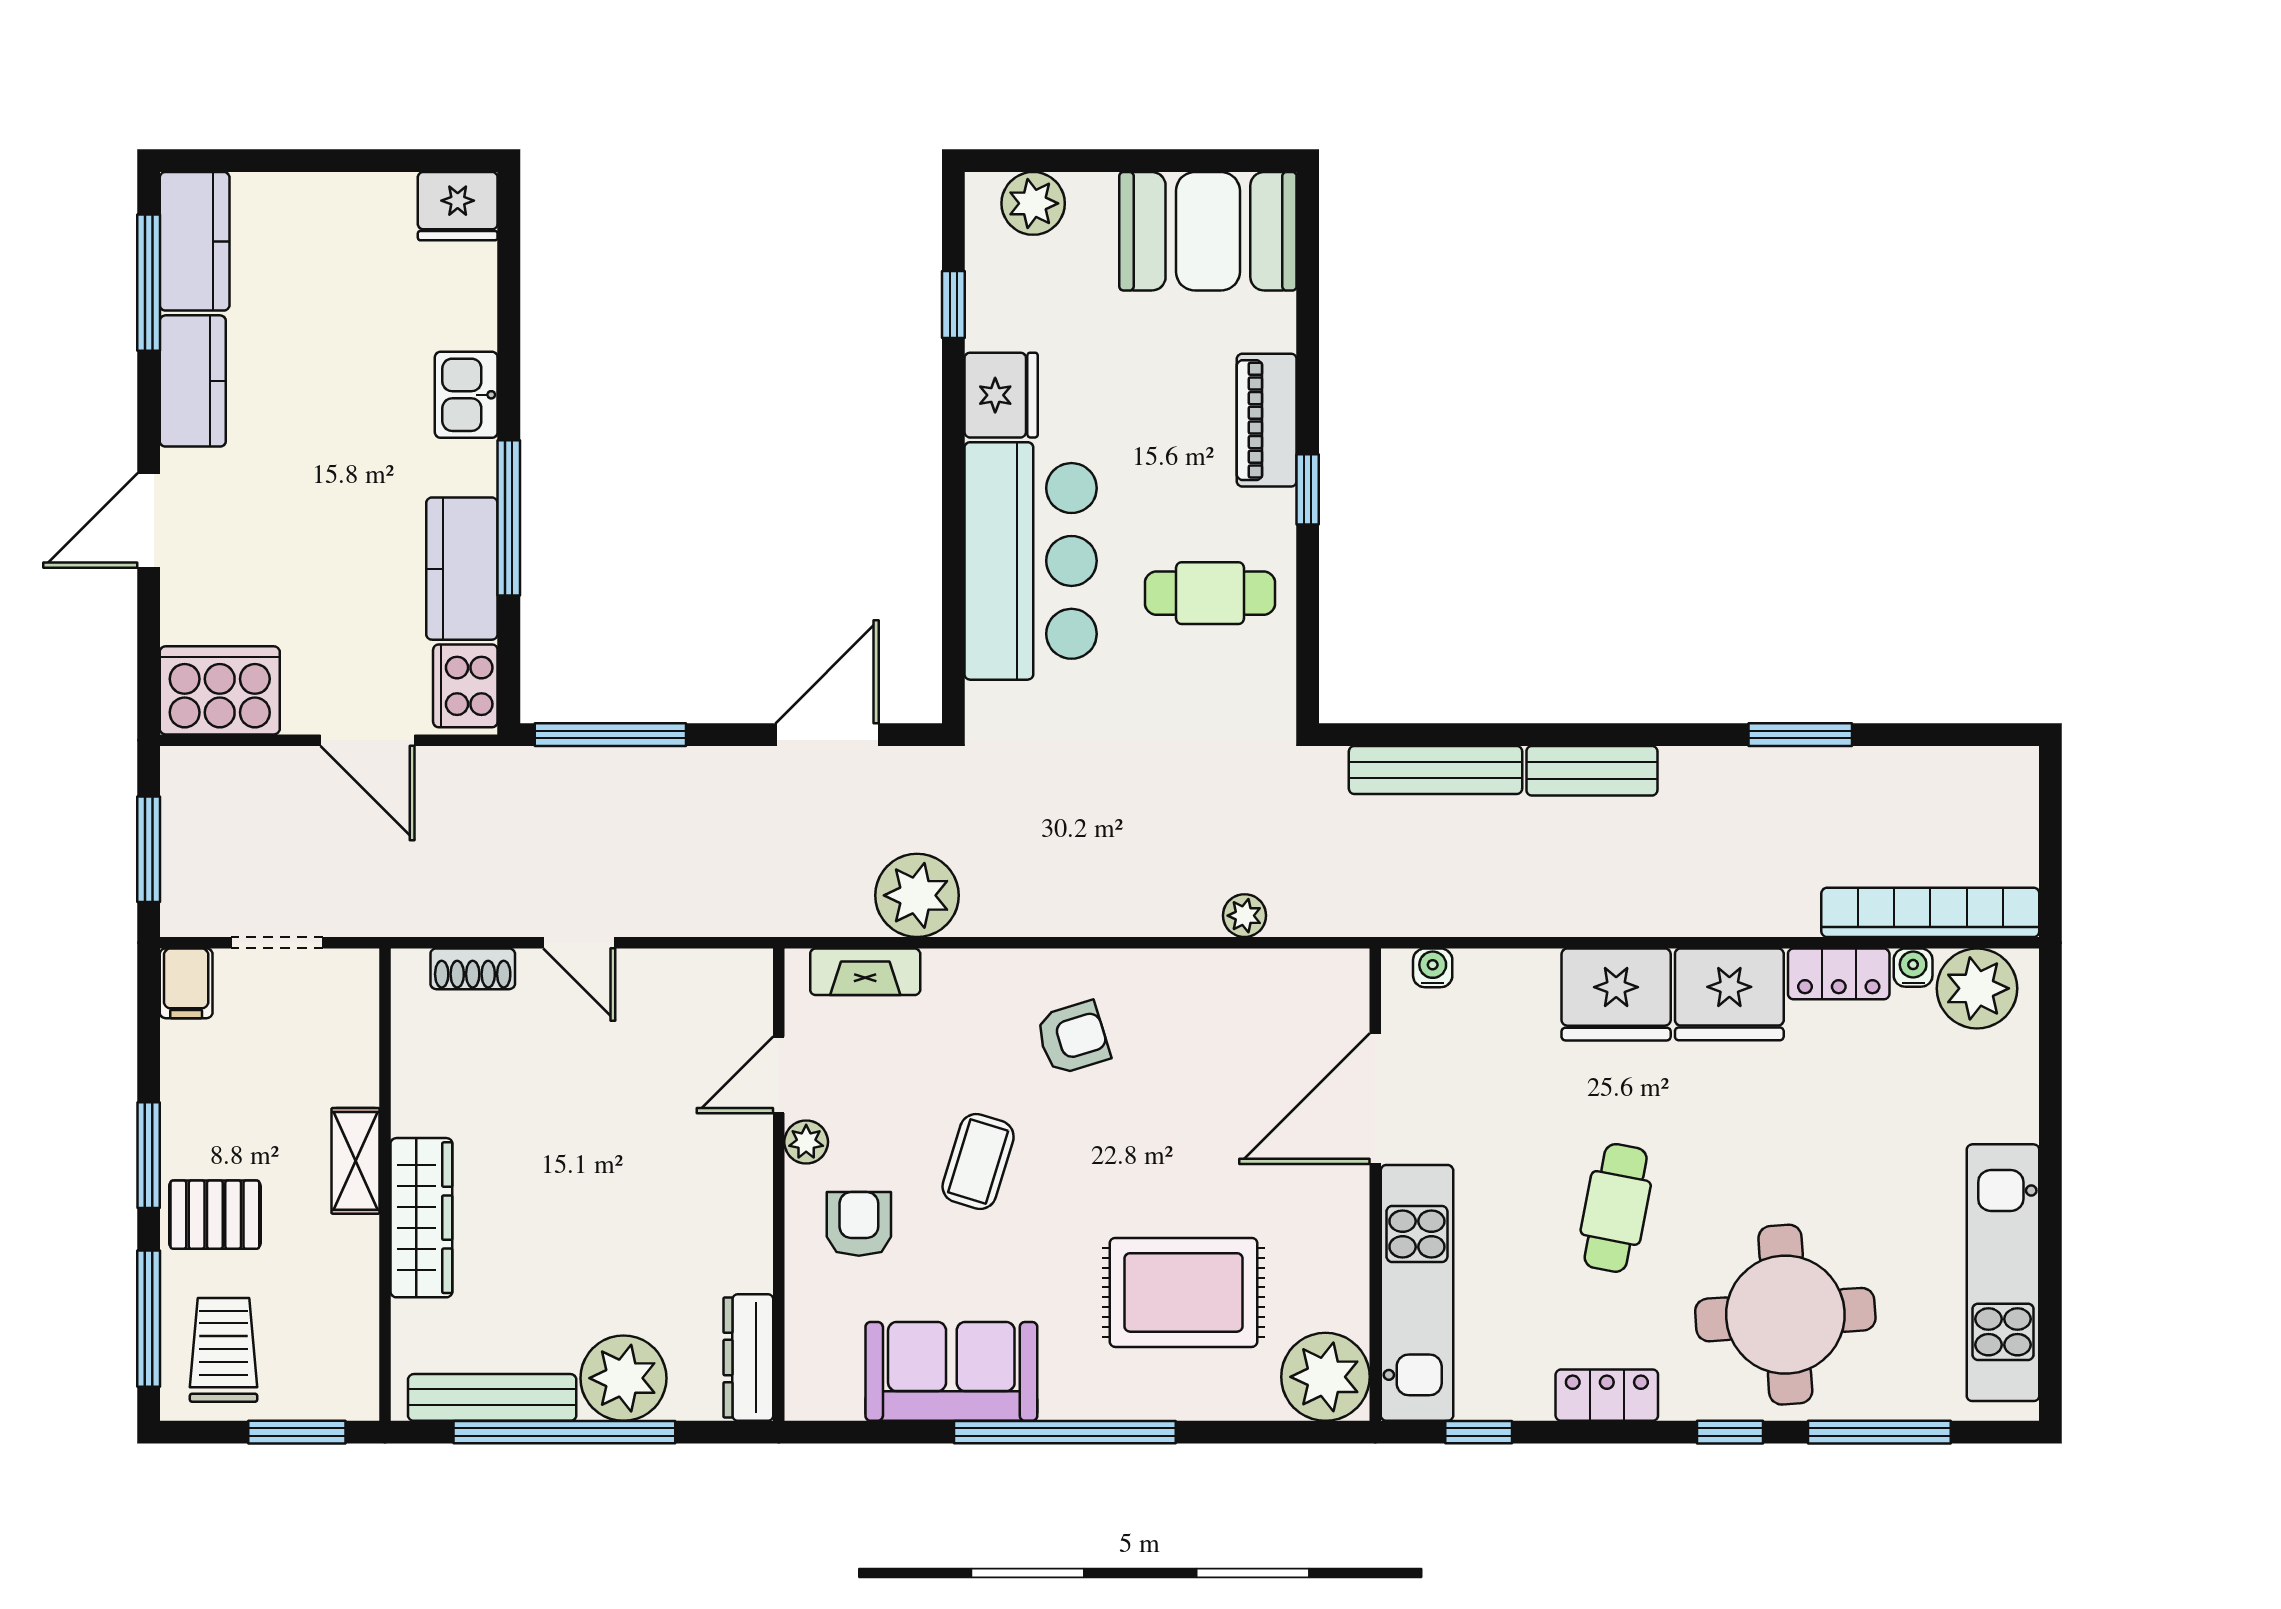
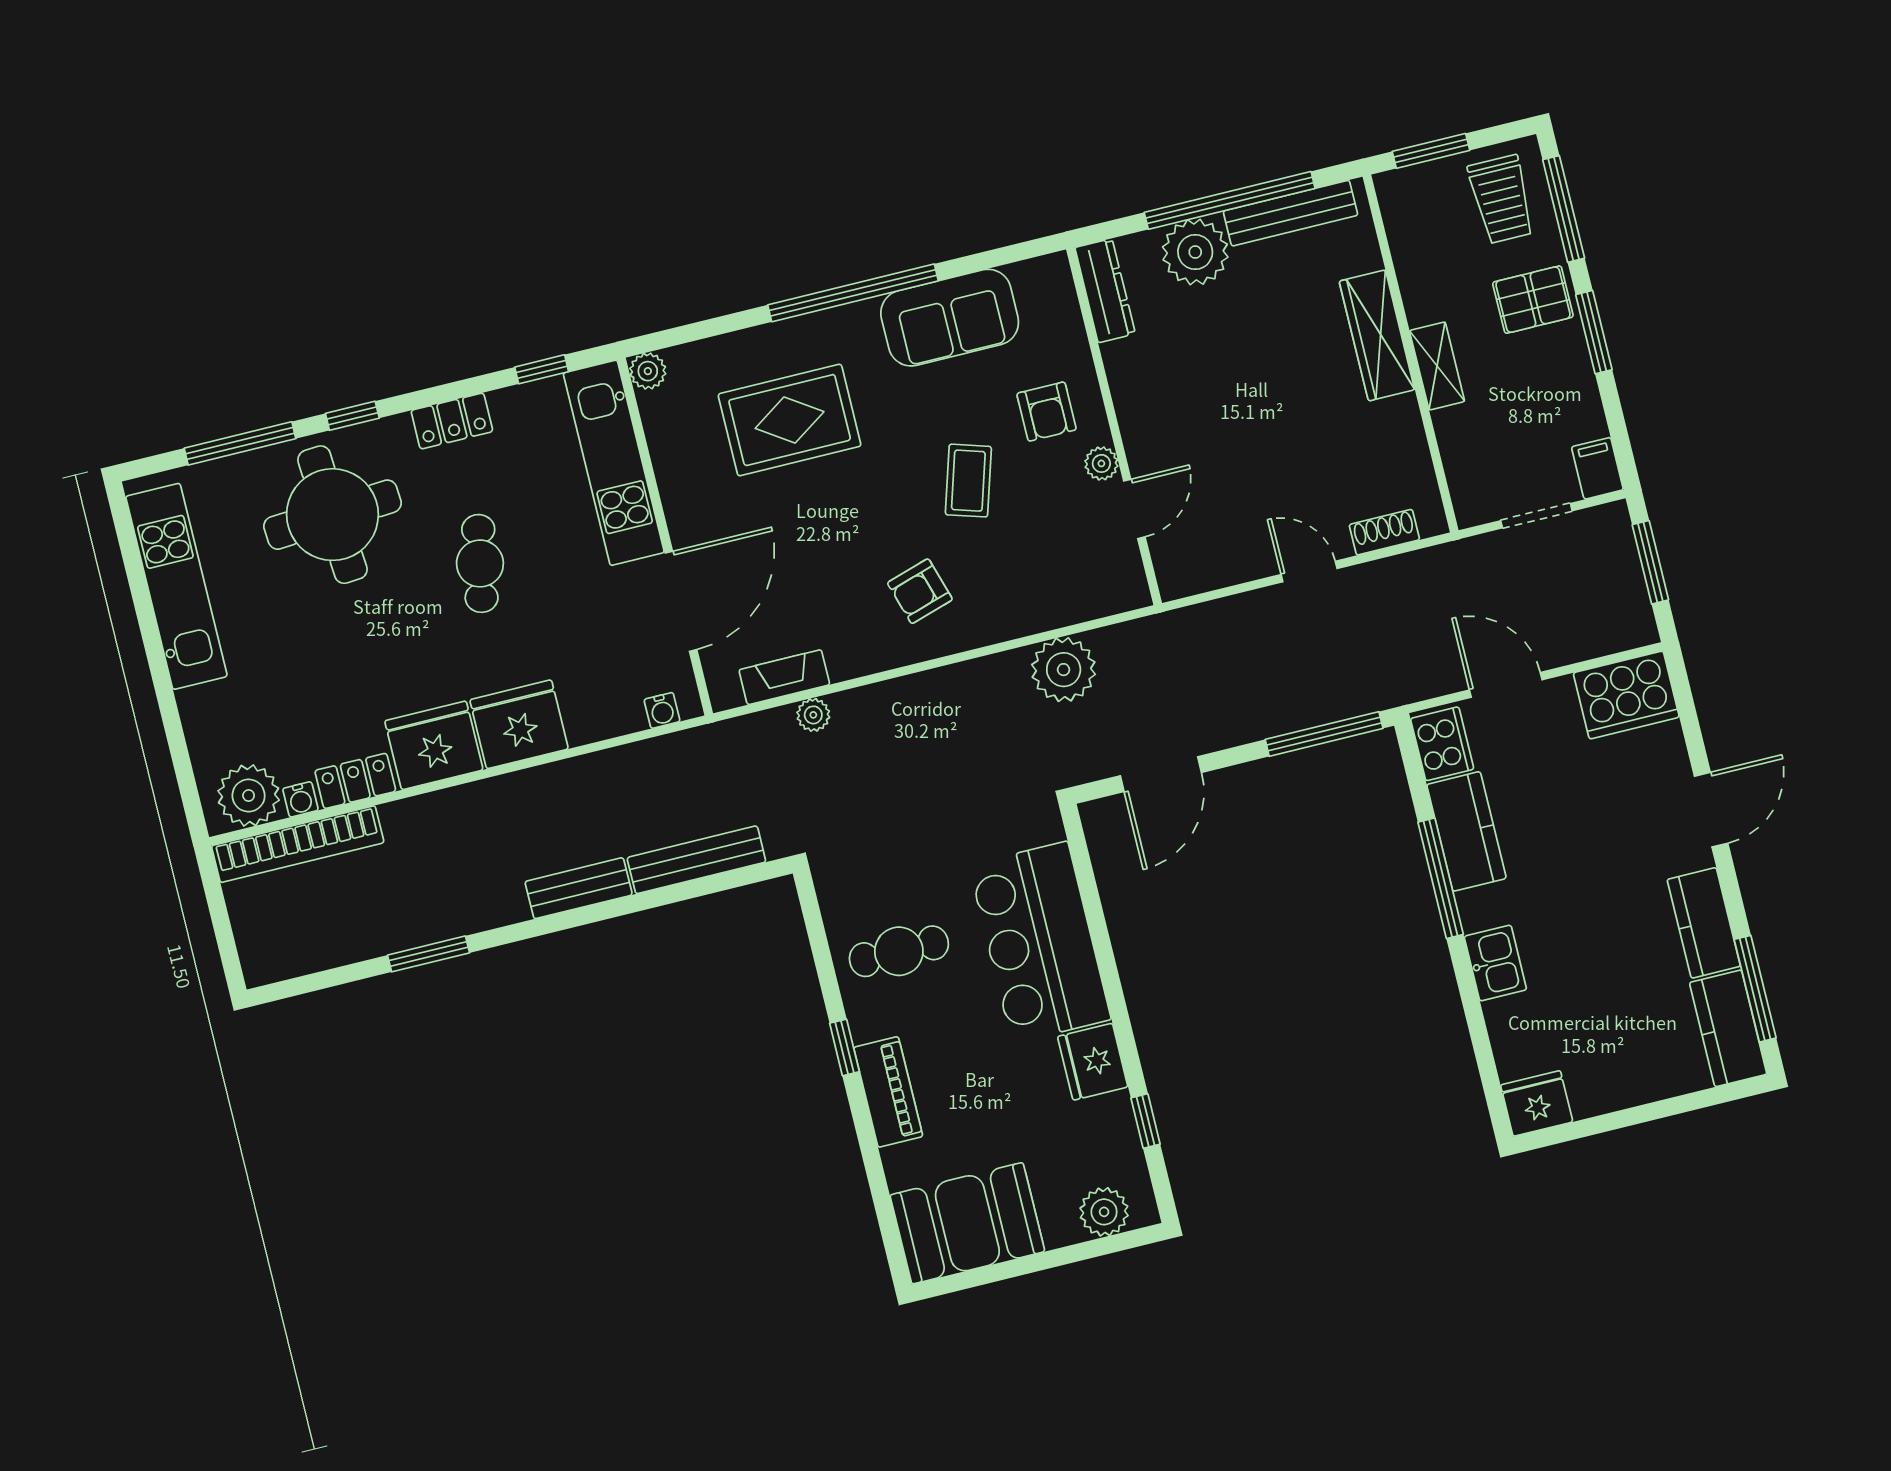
fireplace: (865, 972) -> (784, 677), moved
plant: (1325, 1377) -> (648, 371), width x0.53, depth x0.53

